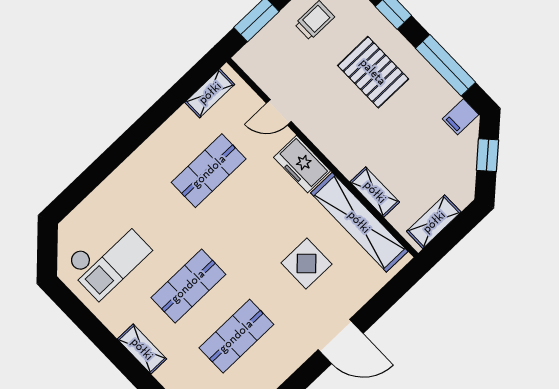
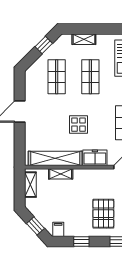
window: (445, 65) -> (81, 241), width x0.46
pallet: (373, 72) -> (103, 214), turned 90
display table: (306, 263) -> (79, 125), moved

